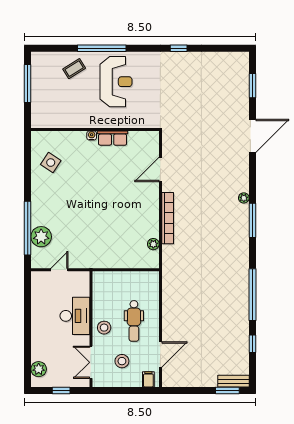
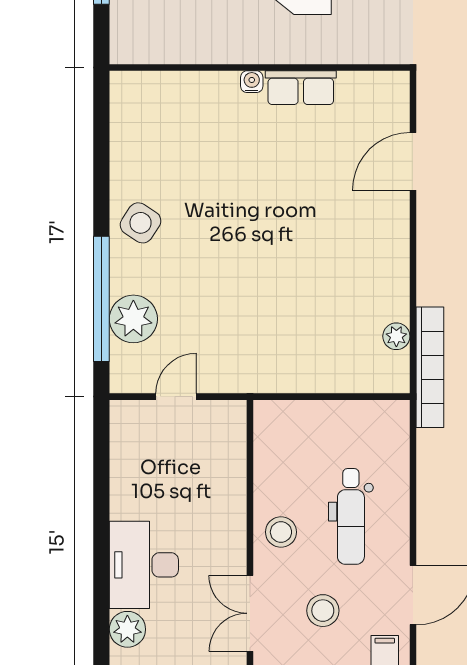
side table: (51, 163) -> (141, 223), moved
bookcase: (168, 218) -> (430, 367), moved
desk: (75, 316) -> (144, 565), moved, turned 180

